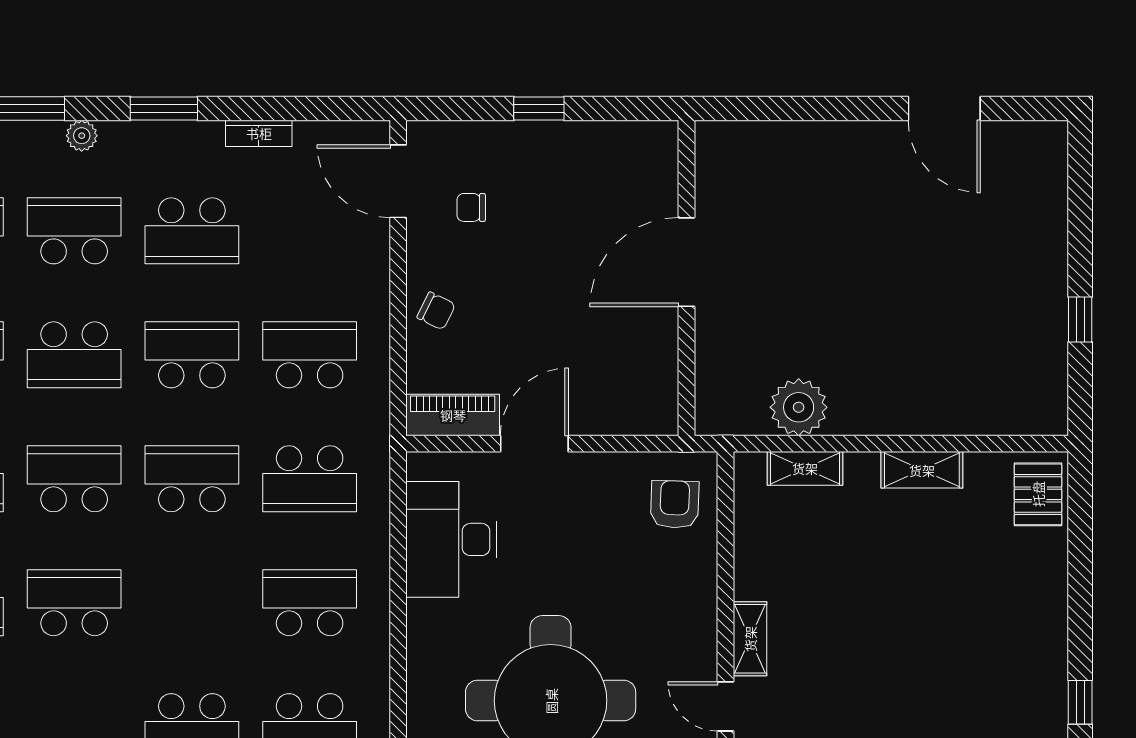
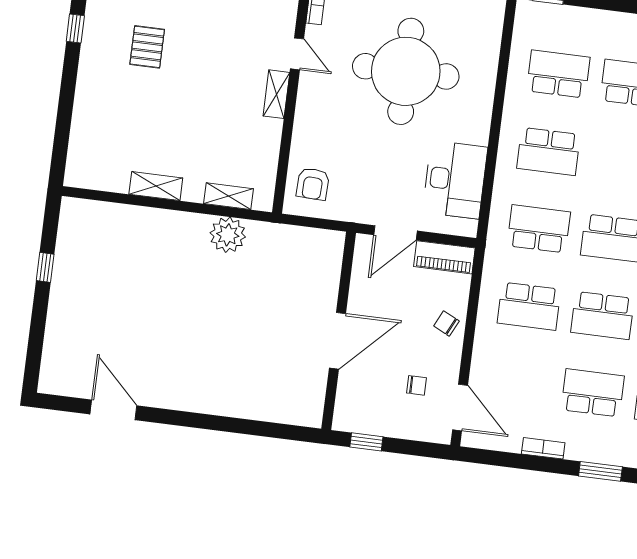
door: (686, 262) -> (337, 341), moved
wall: (686, 278) -> (339, 331), moved
pallet: (1038, 494) -> (147, 47), moved

